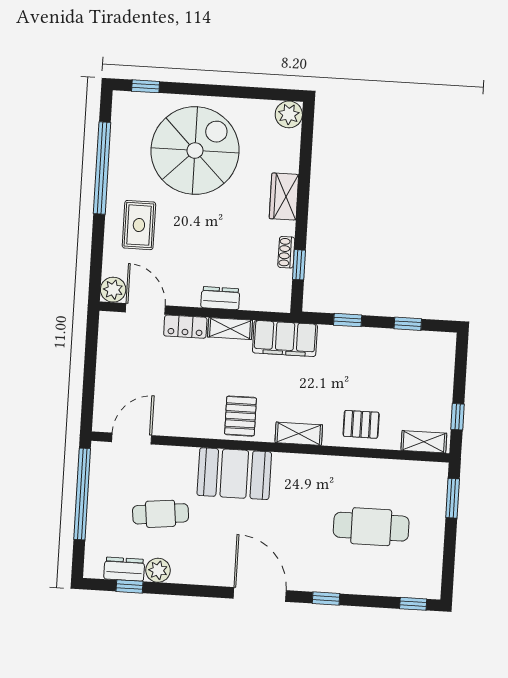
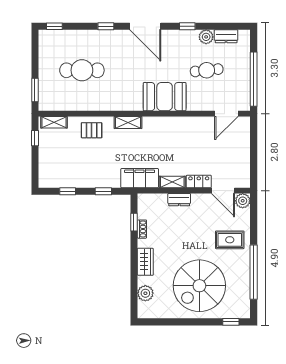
plant: (289, 114) -> (145, 293), moved
rug: (139, 225) -> (230, 240), turned 90
pallet: (241, 416) -> (163, 131), removed
window: (129, 586) -> (187, 26), moved

